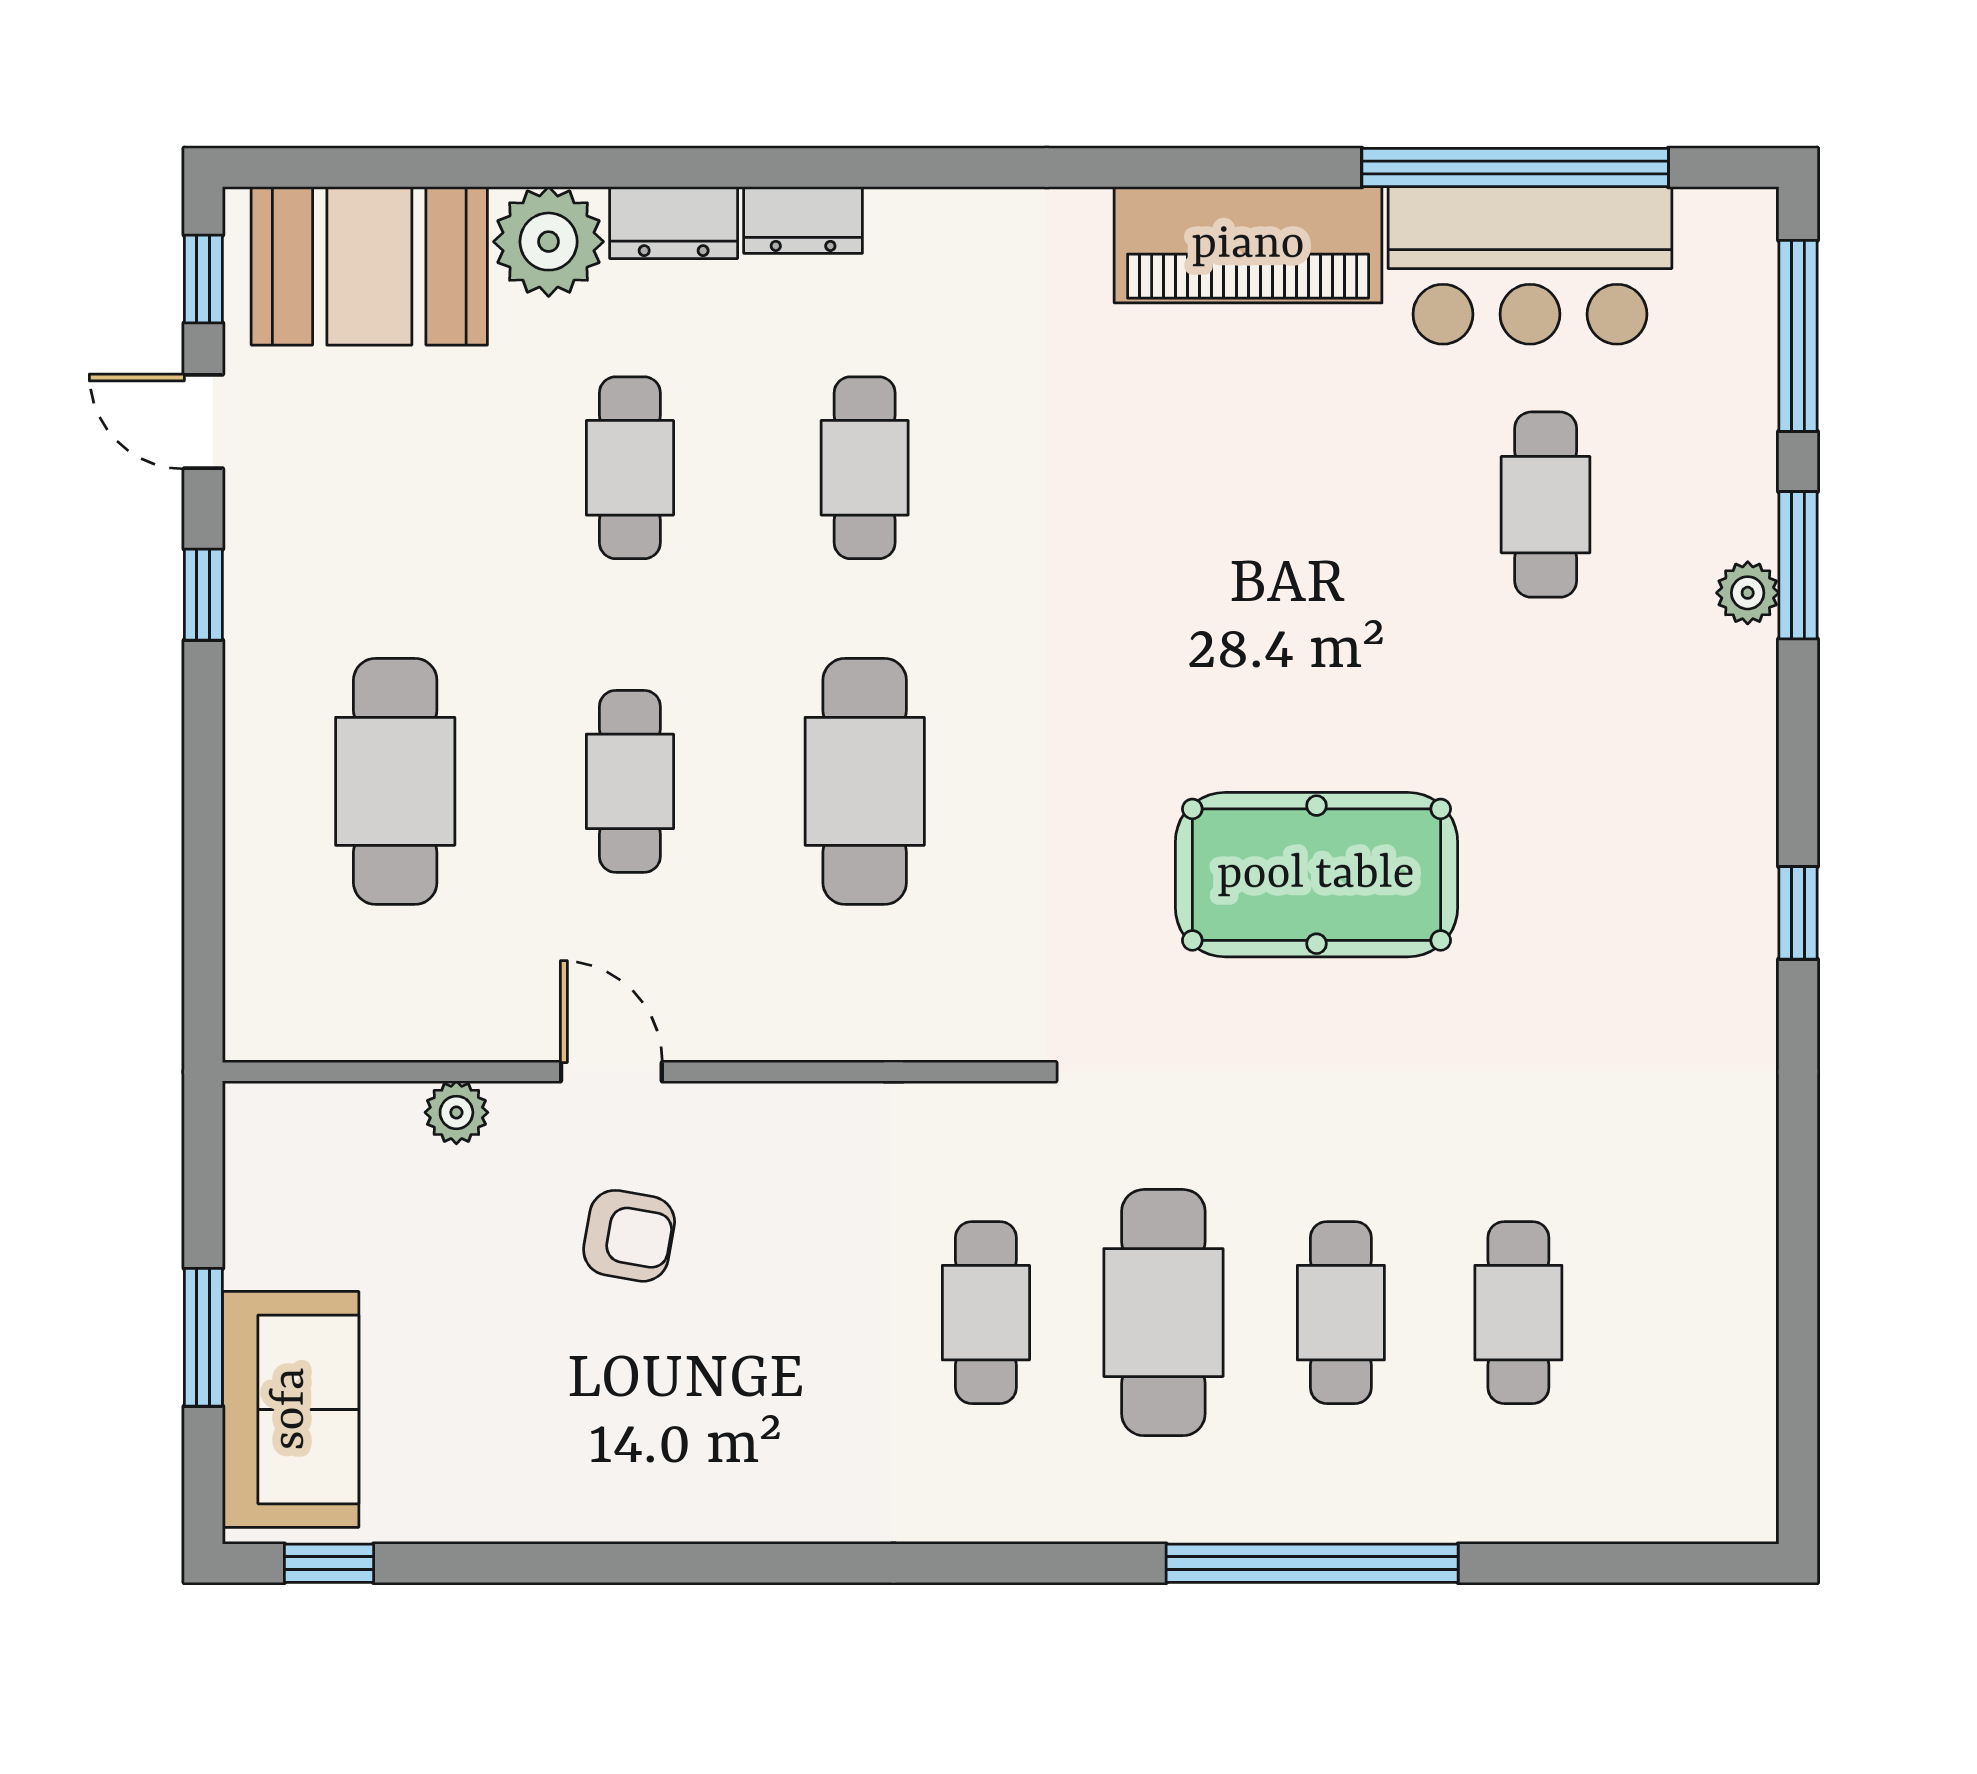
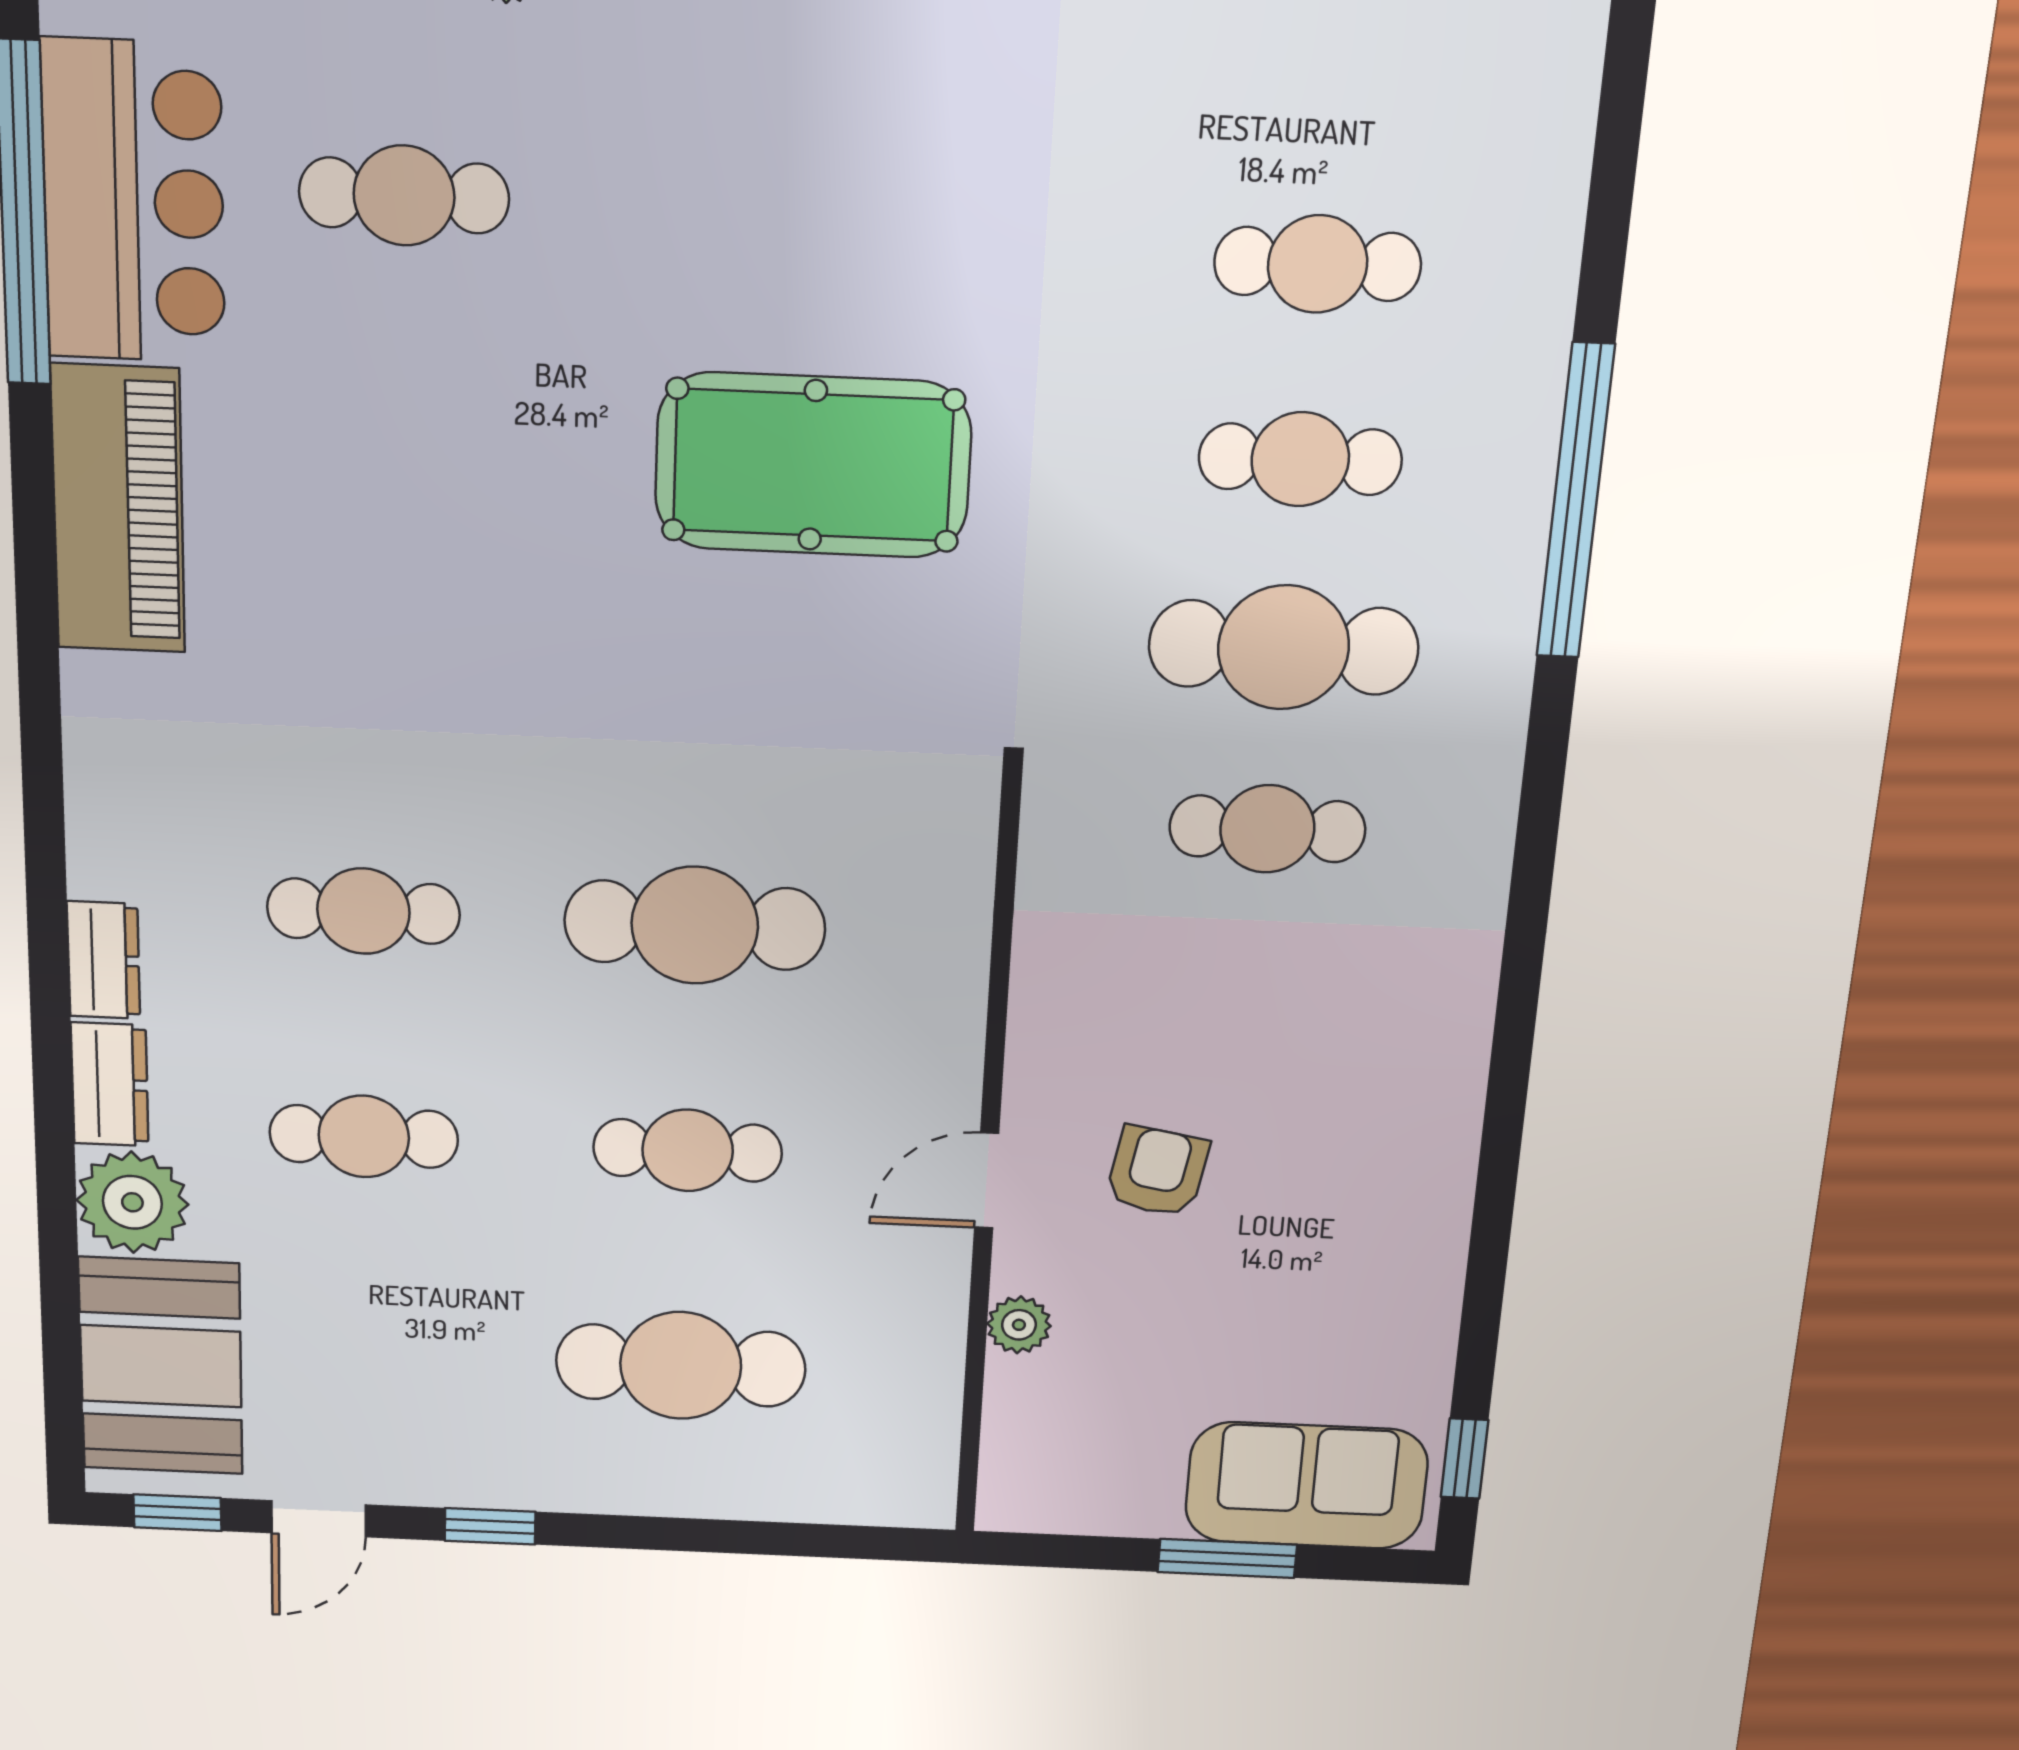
pool table: (1316, 875) -> (813, 465), turned 90

